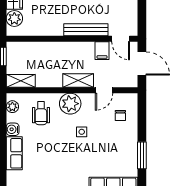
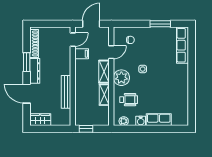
plant: (14, 18) -> (57, 120), removed
bench: (86, 30) -> (66, 92), moved
shelving: (21, 81) -> (104, 95), moved
door: (104, 90) -> (111, 52), hinge flipped

